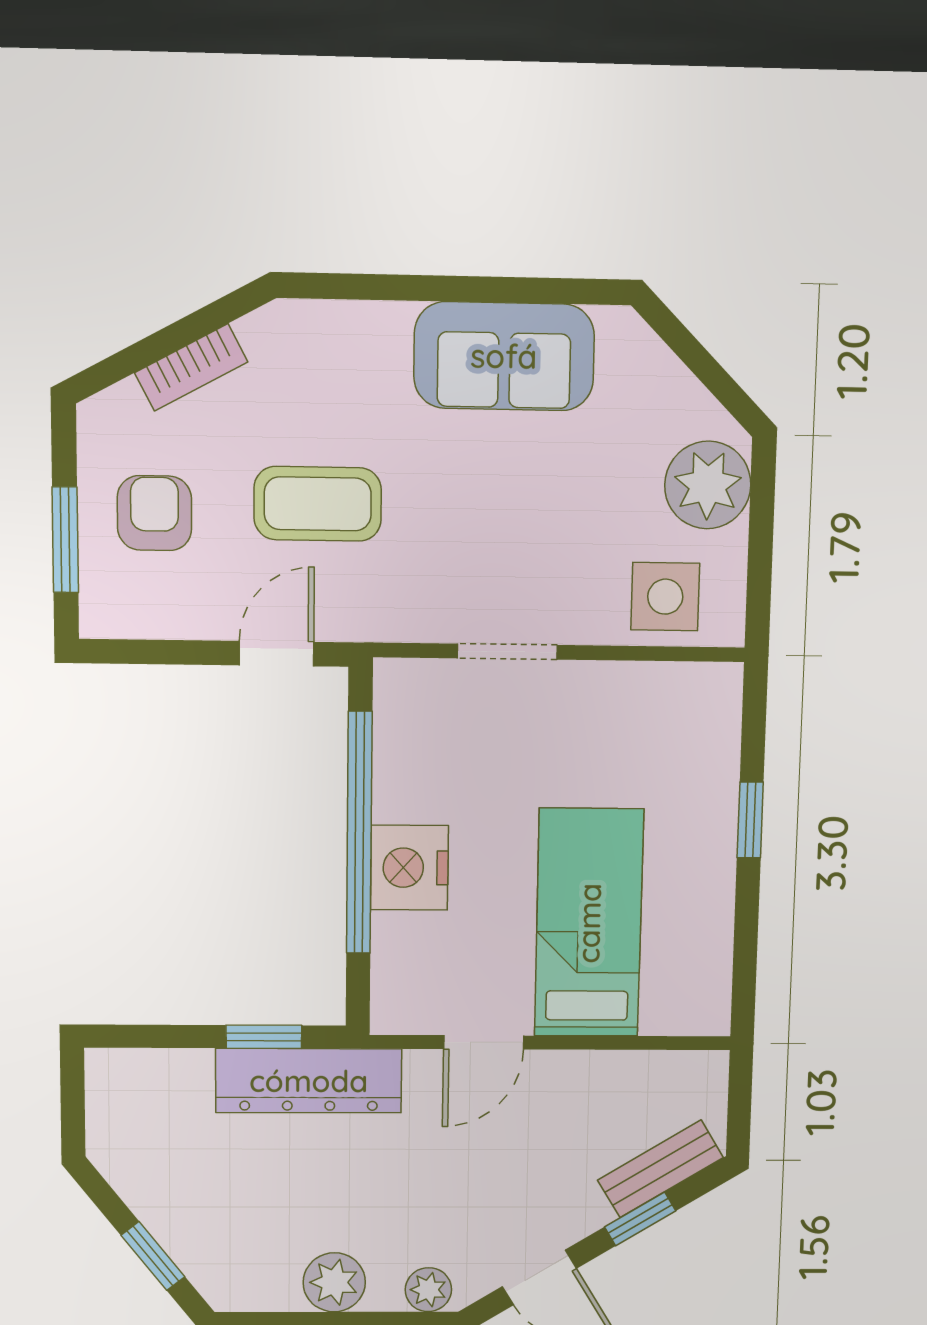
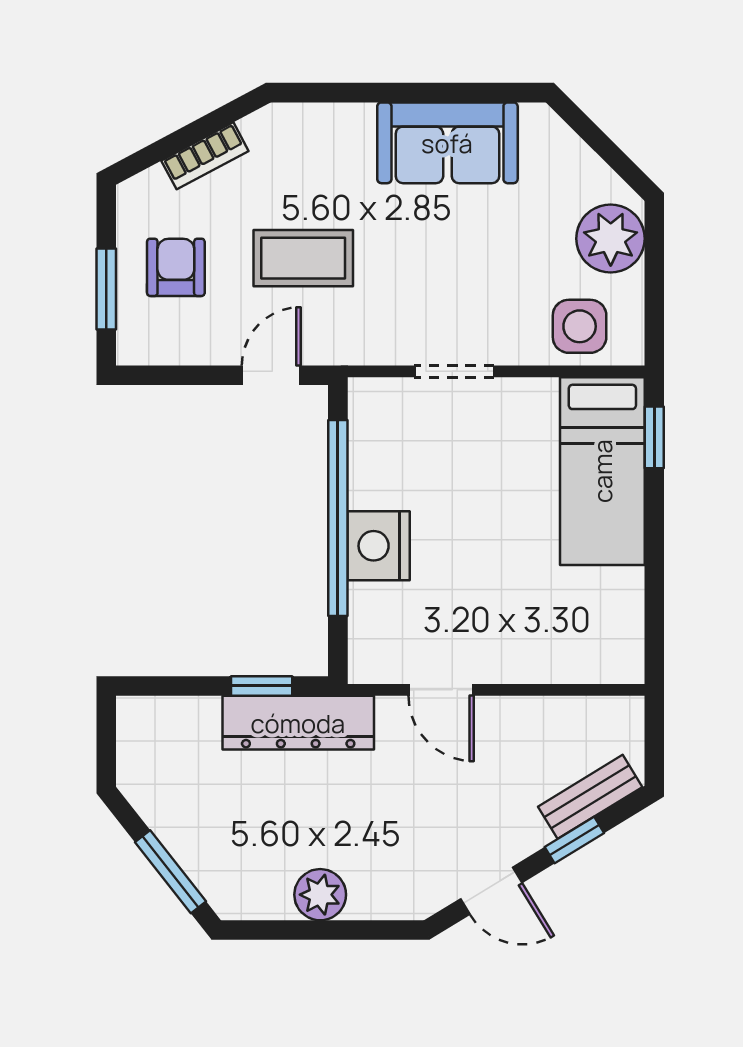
window: (750, 820) -> (654, 437), moved
bed: (589, 923) -> (602, 471), moved, turned 180
door: (484, 1042) -> (441, 690), hinge flipped
window: (153, 1256) -> (170, 872), width x1.50
plant: (428, 1290) -> (399, 901), removed

